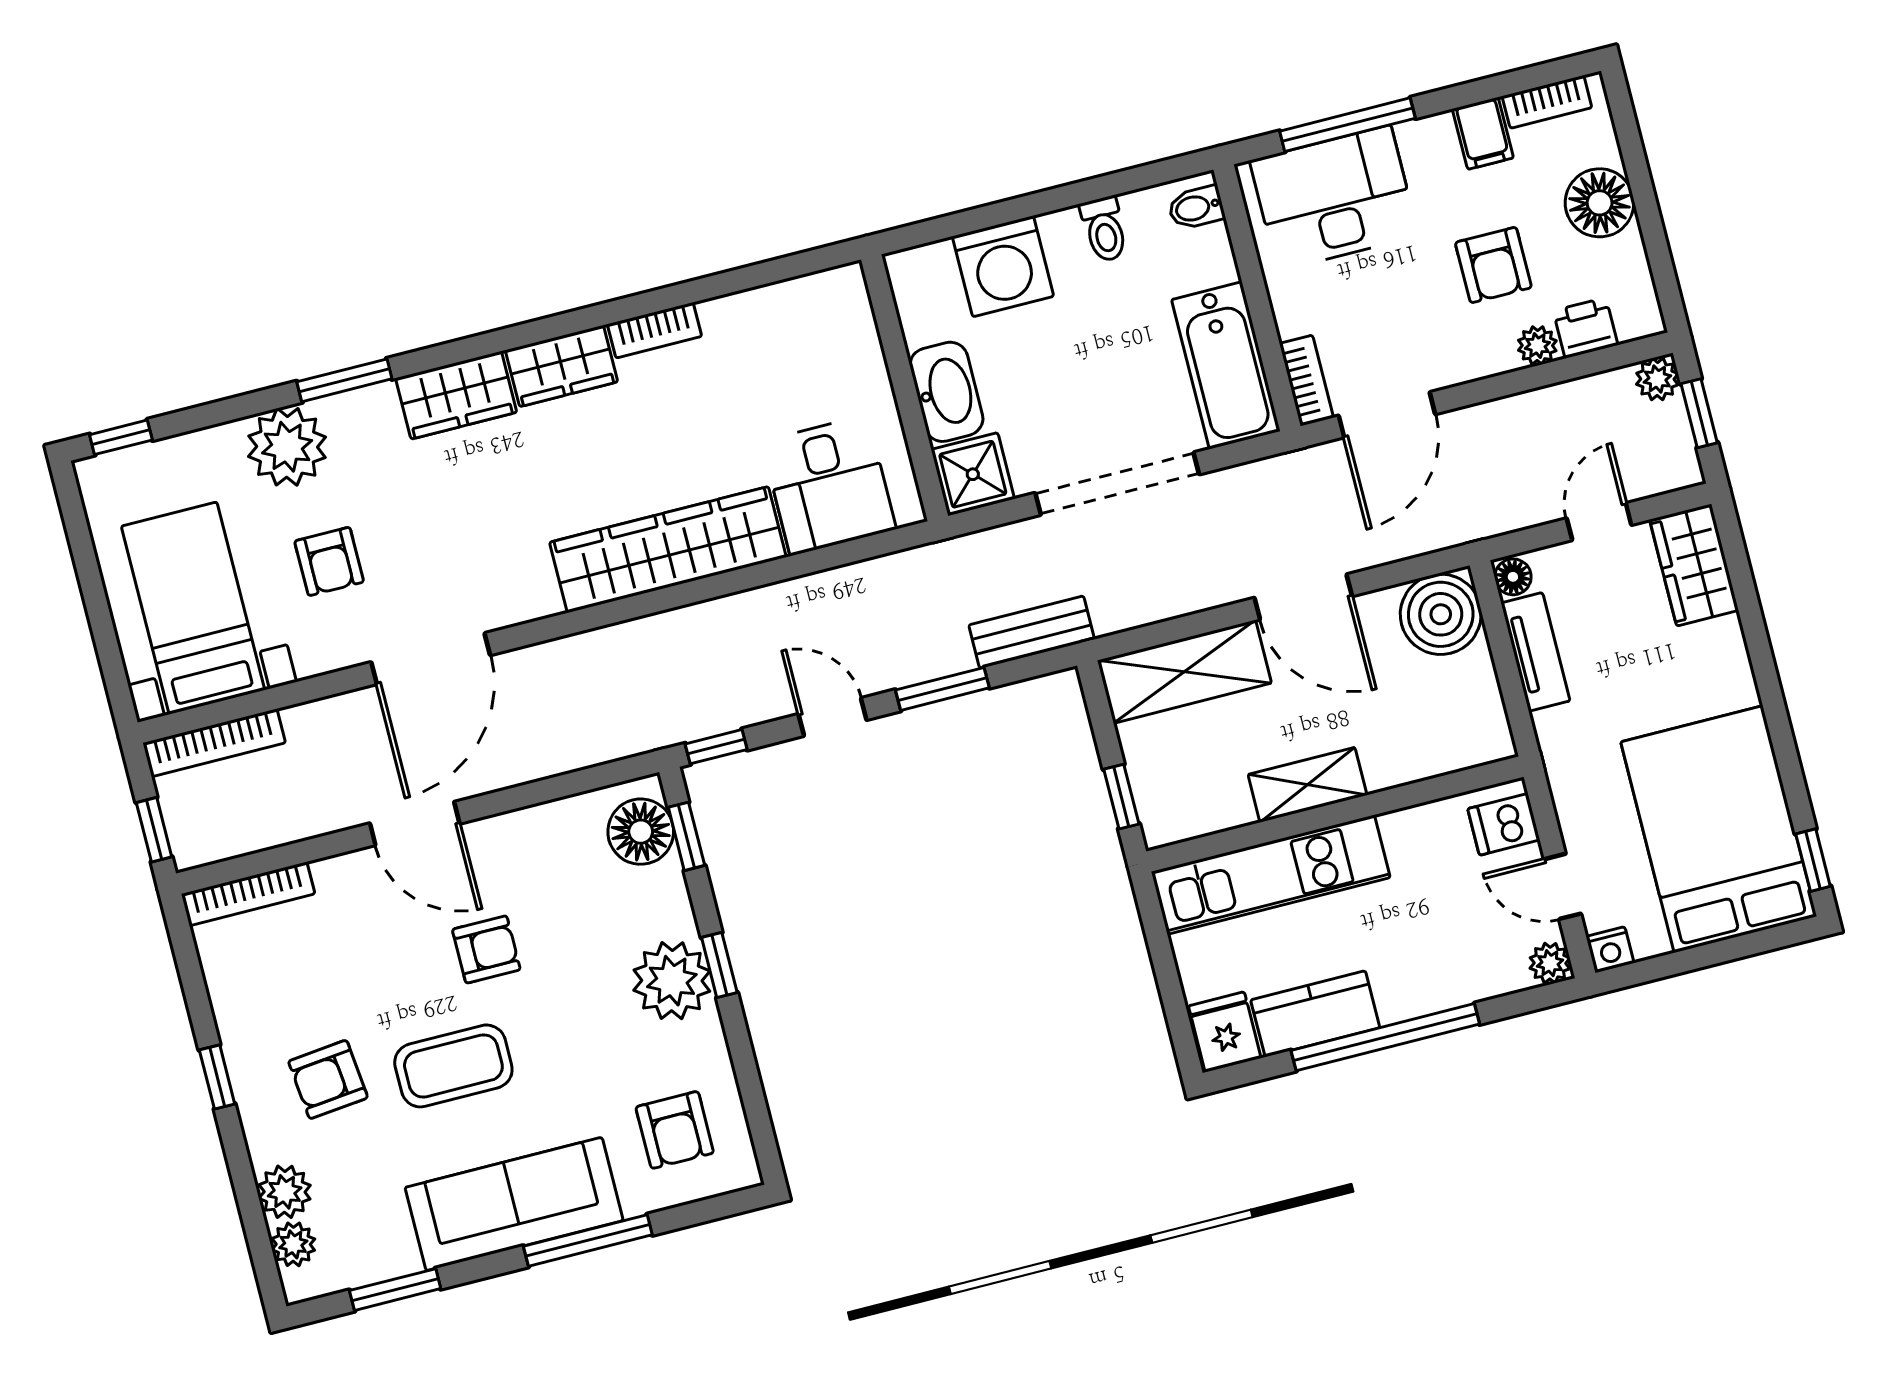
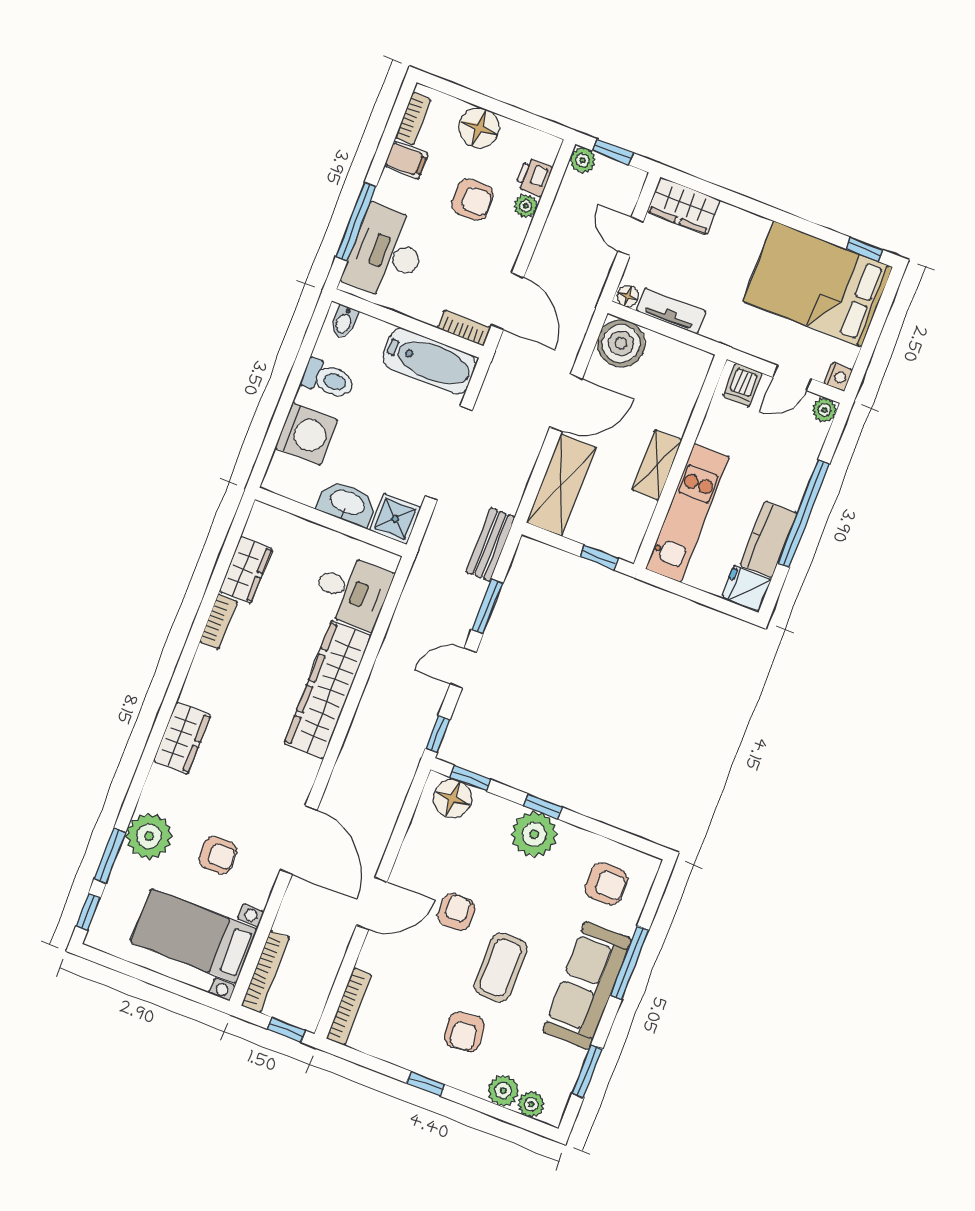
toilet: (1104, 229) -> (328, 379), width x1.37, depth x1.39
wardrobe: (561, 366) -> (246, 570), moved
window: (344, 380) -> (110, 856), moved

